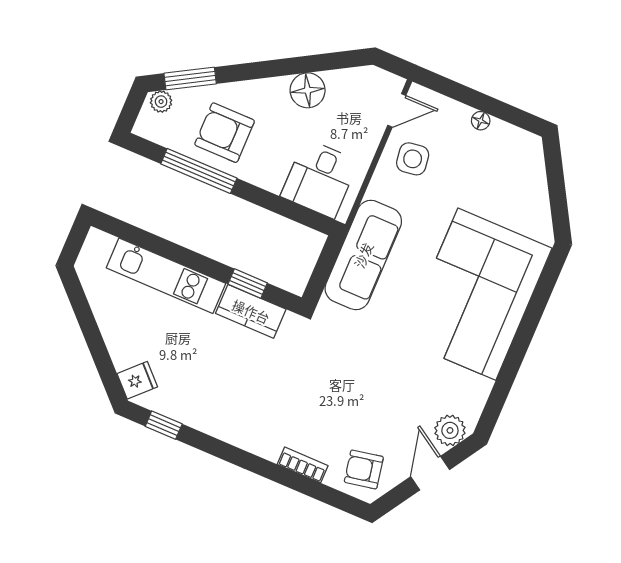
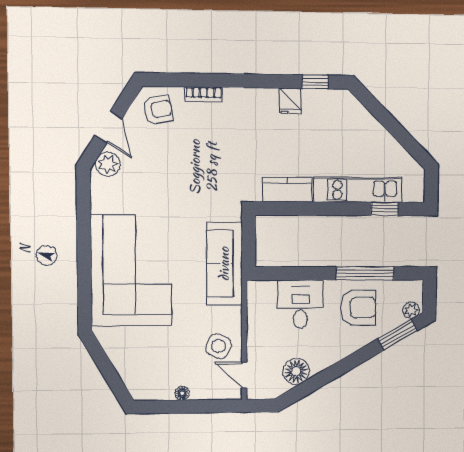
floor lamp: (308, 90) -> (296, 371), moved
door: (397, 110) -> (244, 375), hinge flipped
side table: (413, 159) -> (219, 346), turned 34
desk: (320, 179) -> (300, 304), moved
window: (248, 284) -> (385, 209), moved
fridge: (137, 380) -> (290, 101), moved, turned -45

